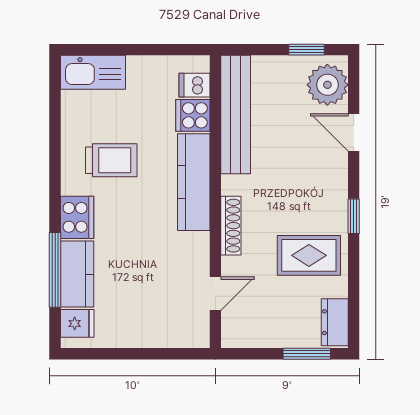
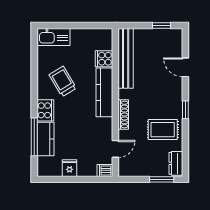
dishwasher: (194, 85) -> (105, 170), moved
plant: (327, 85) -> (172, 43), removed
trolley: (111, 160) -> (63, 81), turned -121
fridge: (77, 323) -> (70, 168), moved, turned -90

